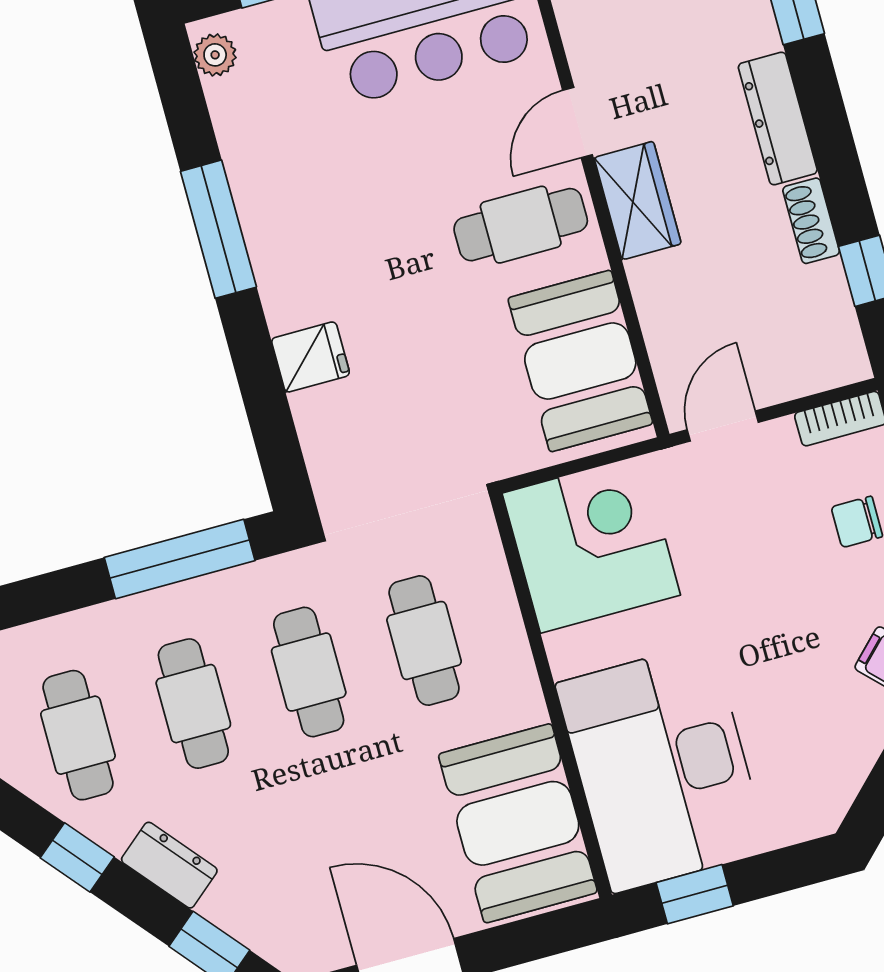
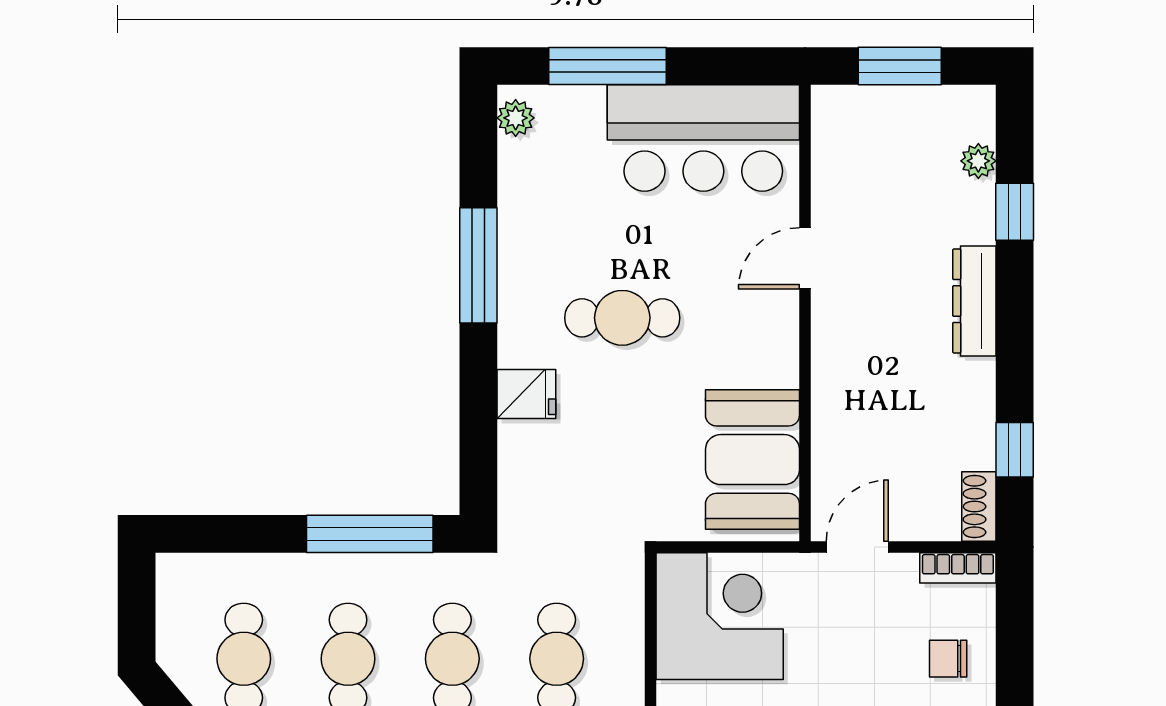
wardrobe: (638, 201) -> (838, 338), removed
shoe rack: (811, 221) -> (979, 506), moved
cafe table: (521, 225) -> (622, 318), moved

